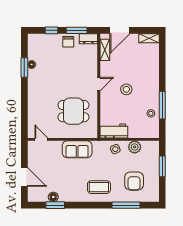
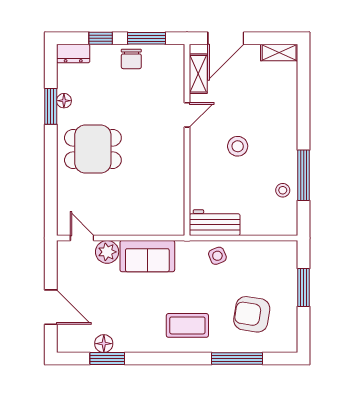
dresser: (88, 39) -> (73, 54), moved
door: (99, 84) -> (187, 115), moved
dining table: (73, 111) -> (93, 149), moved
plant: (135, 147) -> (107, 252), moved
armchair: (134, 181) -> (252, 314), turned 99

